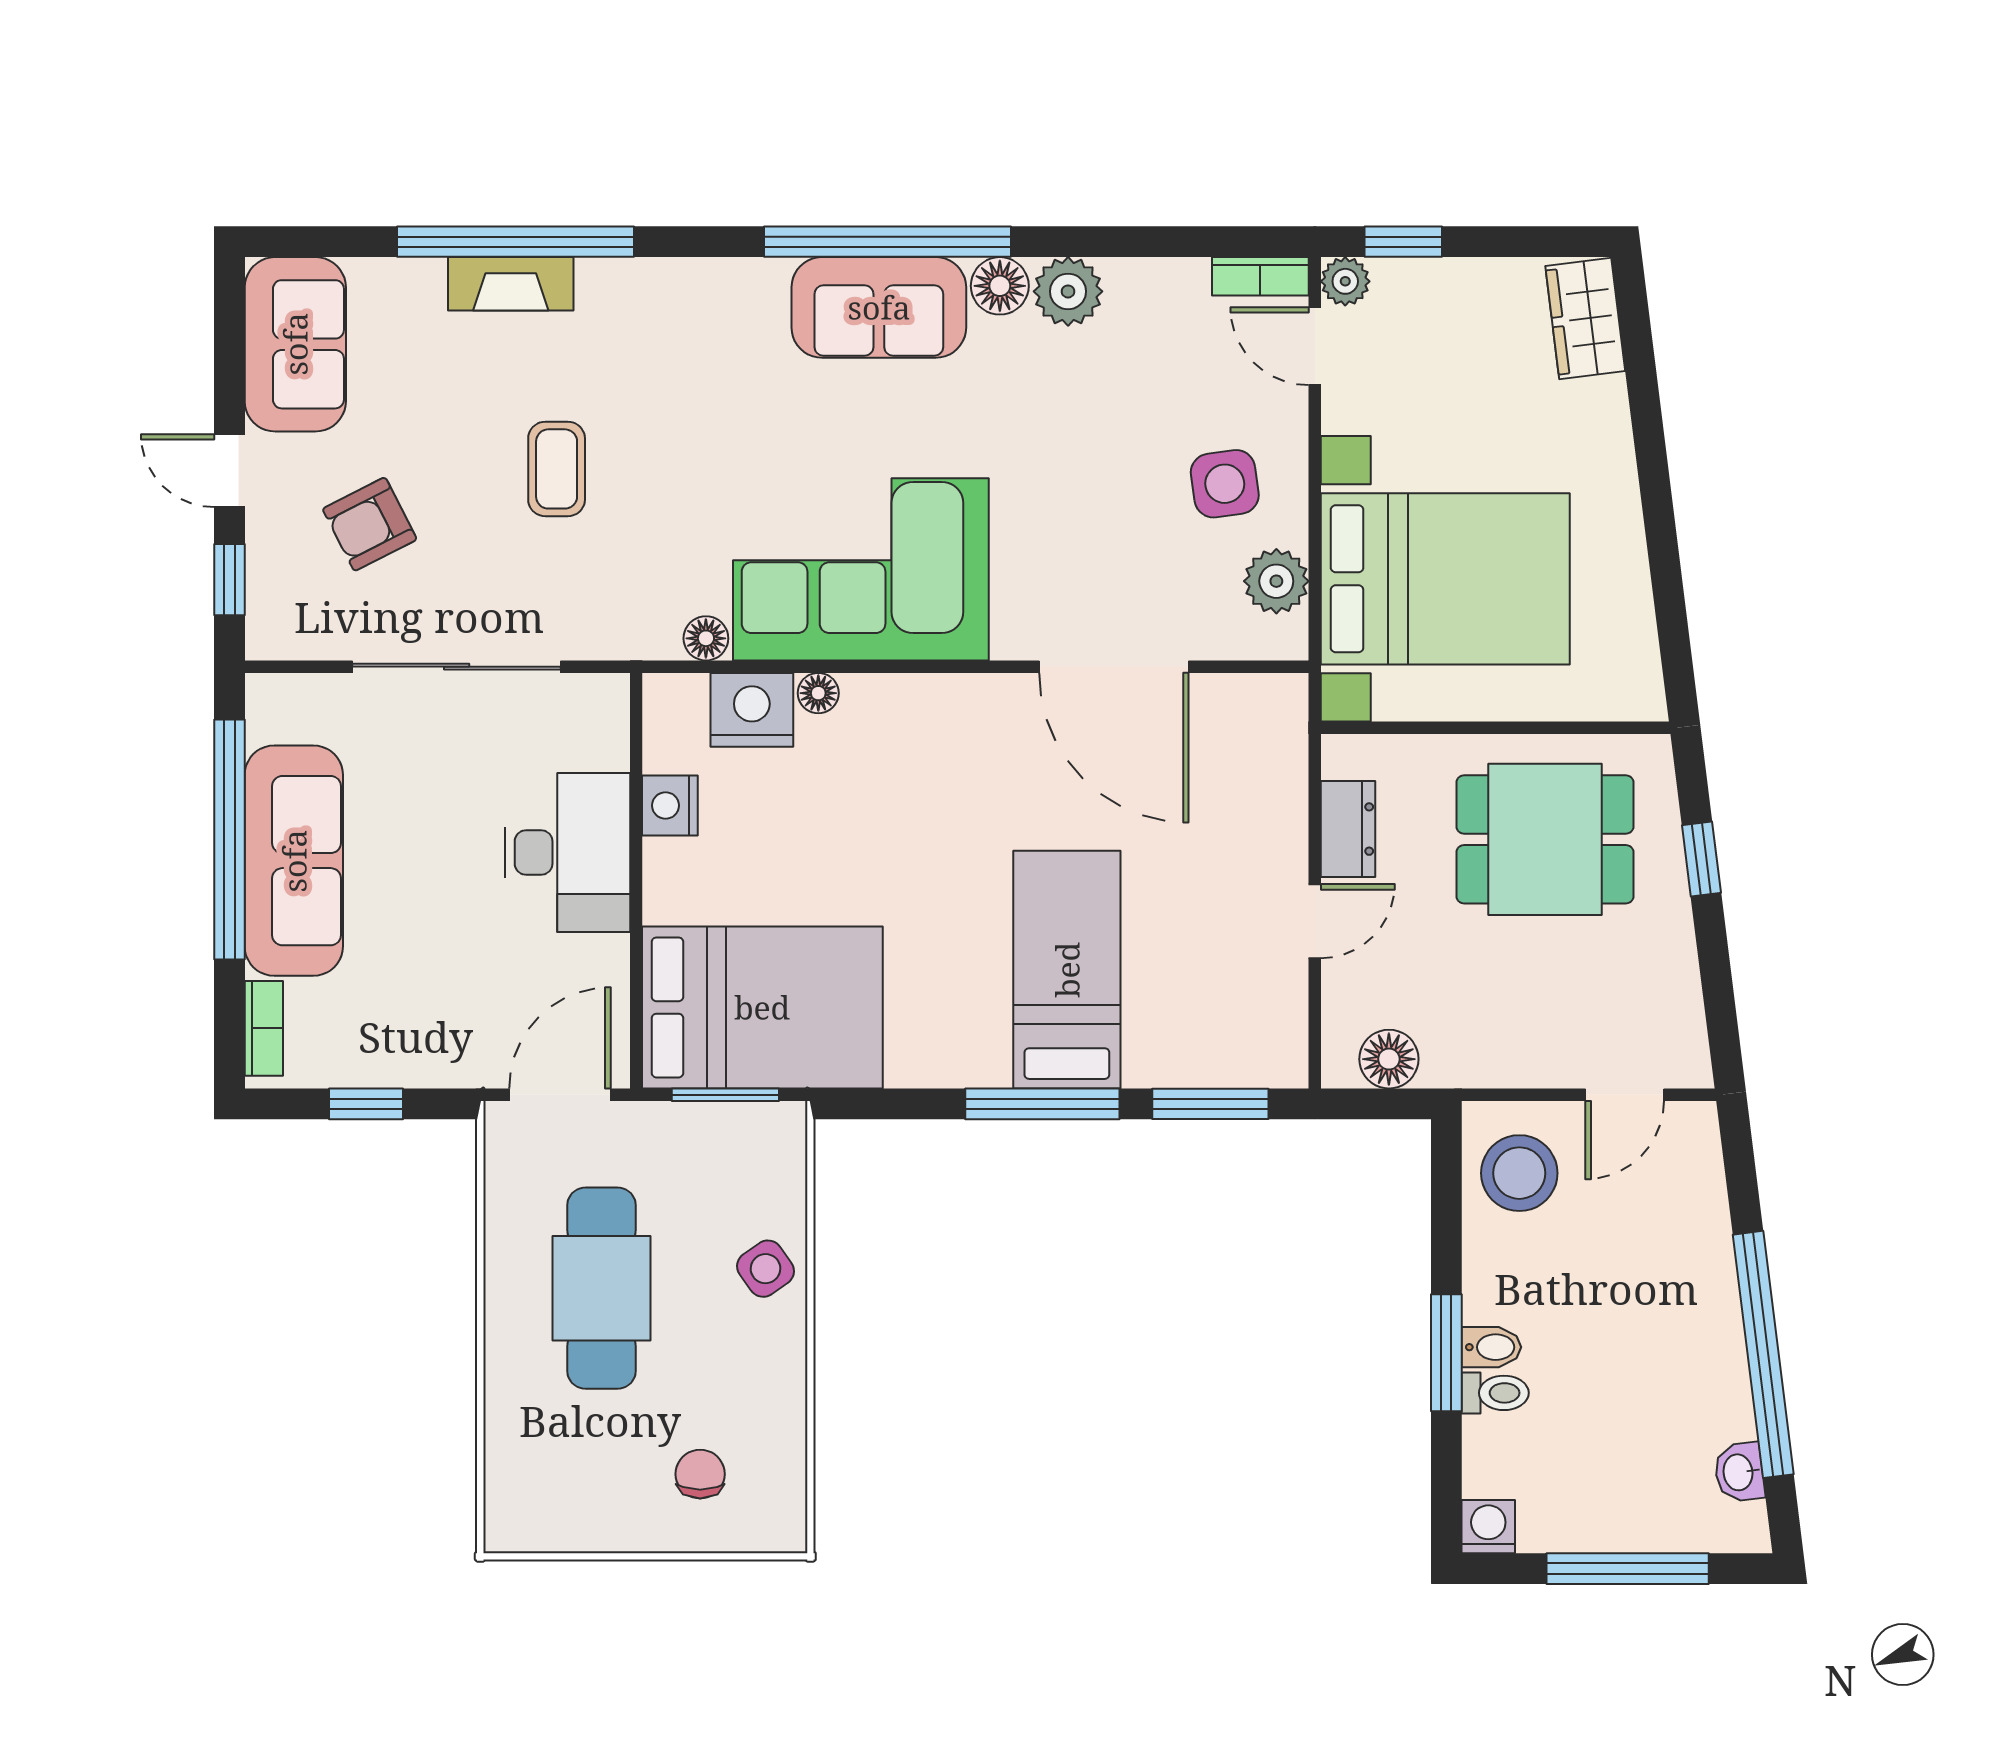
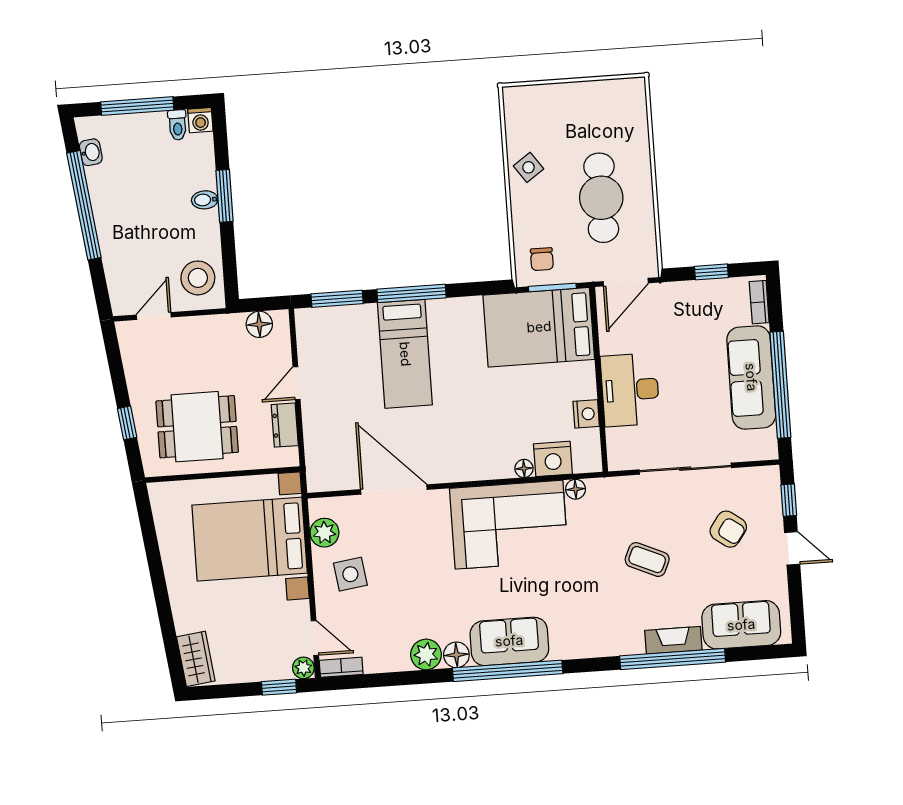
sofa: (295, 344) -> (741, 625), moved, turned 90
coffee table: (557, 469) -> (647, 560), turned -66
armchair: (370, 524) -> (728, 529), turned 63
side table: (766, 1269) -> (528, 167), moved
toilet: (1495, 1393) -> (177, 125), moved, turned -90
chair: (700, 1474) -> (542, 259), moved

